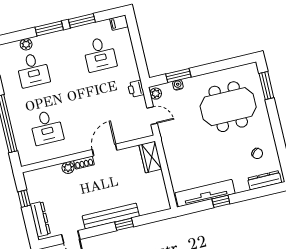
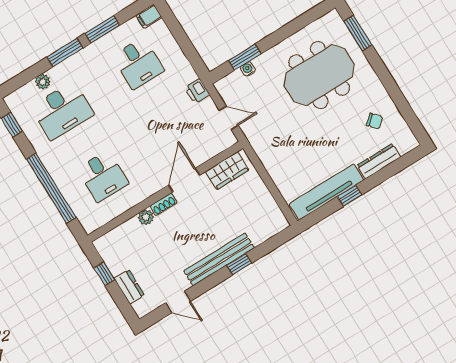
desk: (33, 70) -> (62, 111), width x1.37
plant: (156, 94) -> (224, 89), removed
wardrobe: (150, 157) -> (227, 171), moved, turned -90
dresser: (265, 180) -> (379, 161), moved
dresser: (40, 219) -> (129, 287), width x0.70

